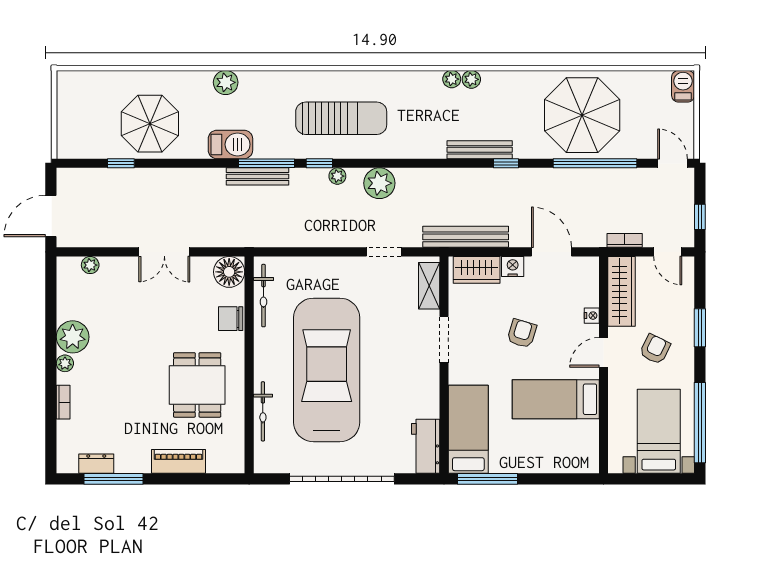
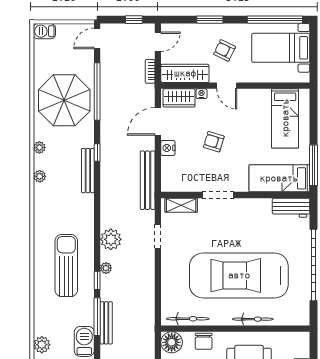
plant: (452, 79) -> (39, 147), moved
wardrobe: (477, 270) -> (179, 98), moved, turned 90
bed: (556, 399) -> (285, 118), moved
bicycle: (263, 411) -> (253, 319), moved

